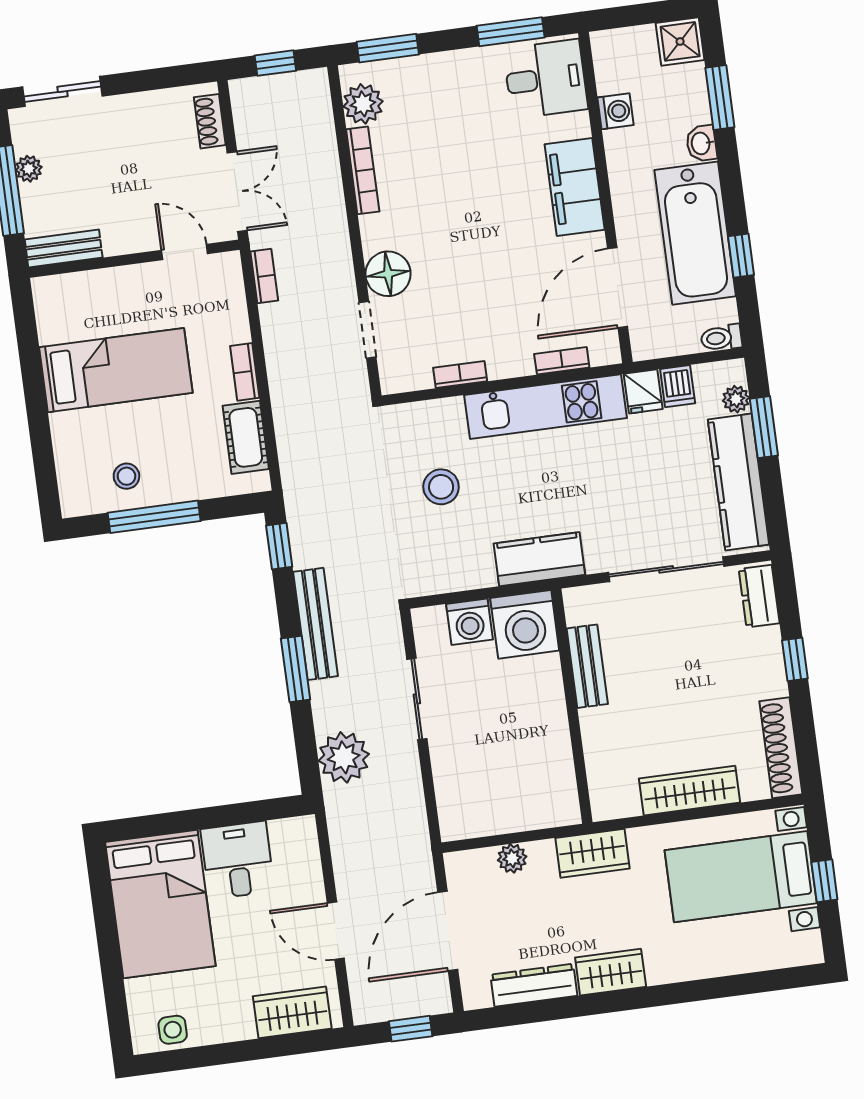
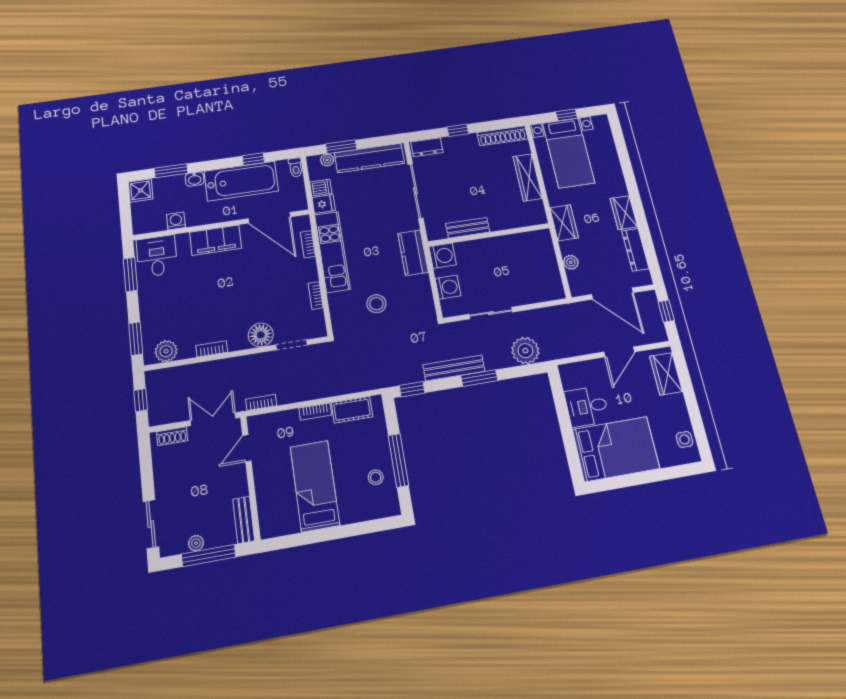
bookcase: (363, 170) -> (212, 349), width x0.64
washing machine: (525, 624) -> (443, 256), width x0.73, depth x0.73

